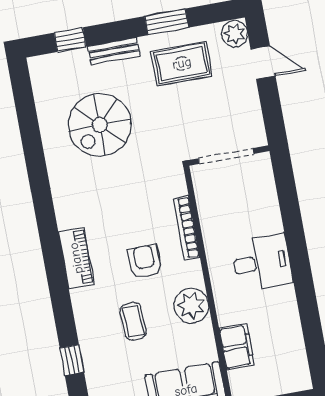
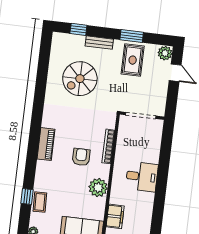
rug: (182, 63) -> (133, 60), turned 90
coffee table: (133, 321) -> (40, 202), moved

